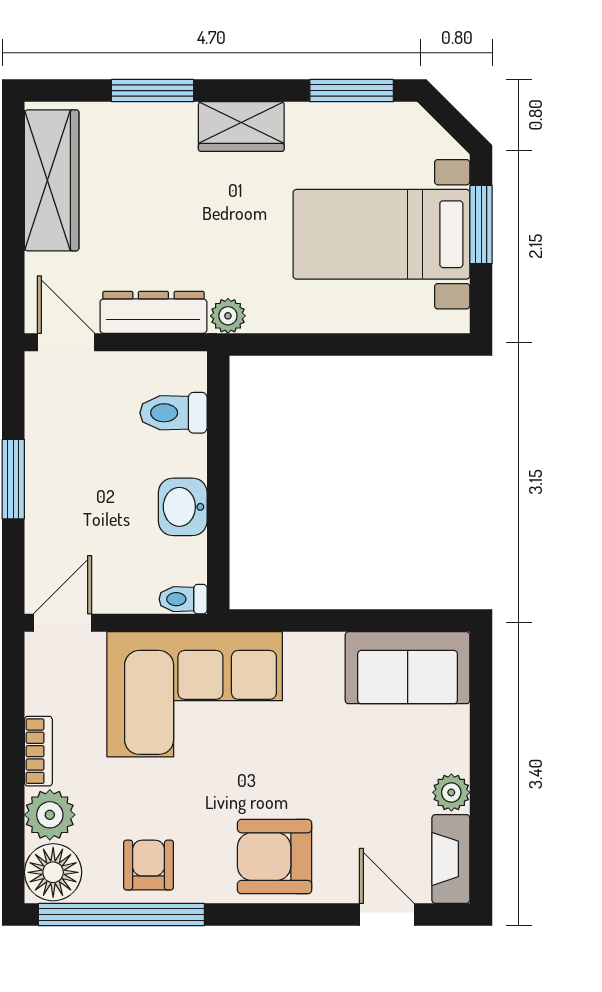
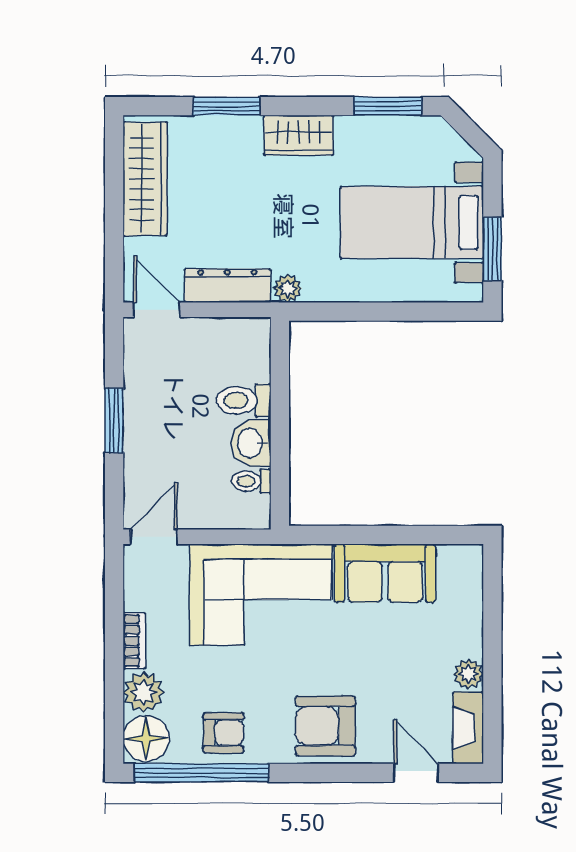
window: (481, 225) -> (492, 249), moved
toilet: (173, 413) -> (244, 400), moved
toilet: (183, 599) -> (251, 481), moved
sofa: (408, 668) -> (385, 573), moved
armchair: (149, 865) -> (223, 733), turned 90

